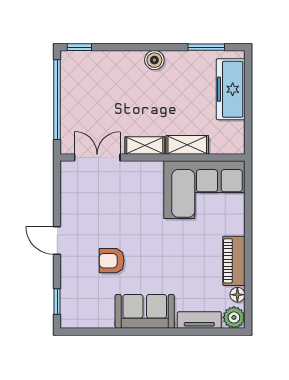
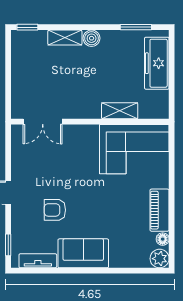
window: (57, 100) -> (8, 72), removed
shelving: (145, 145) -> (65, 38), moved
double door: (97, 158) -> (43, 122), swing flipped
tv unit: (199, 320) -> (38, 261), moved

